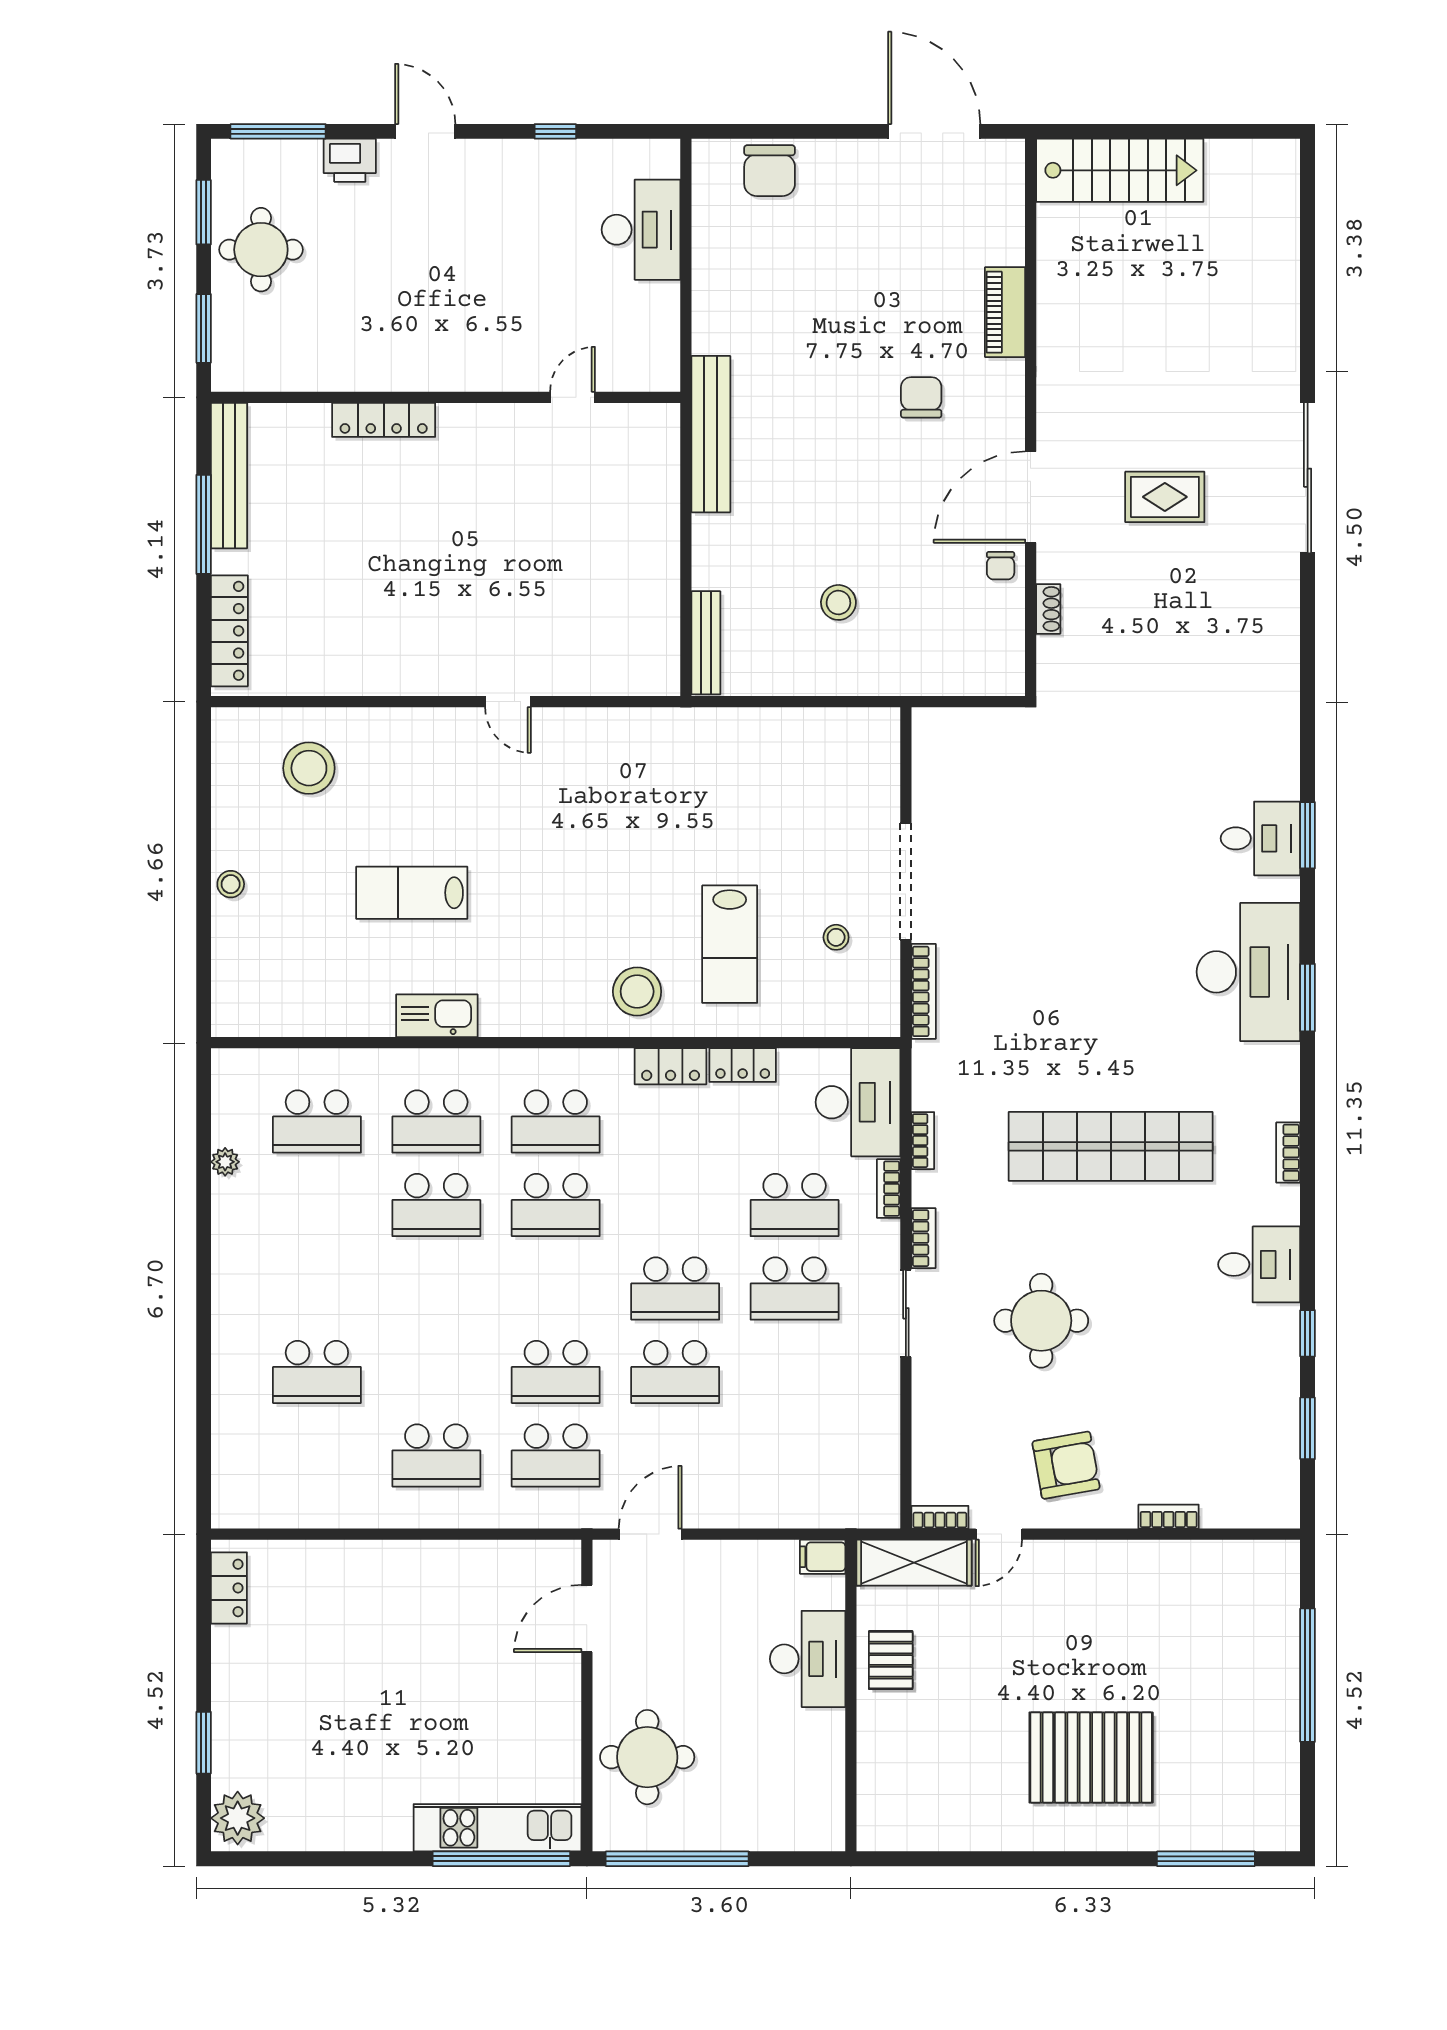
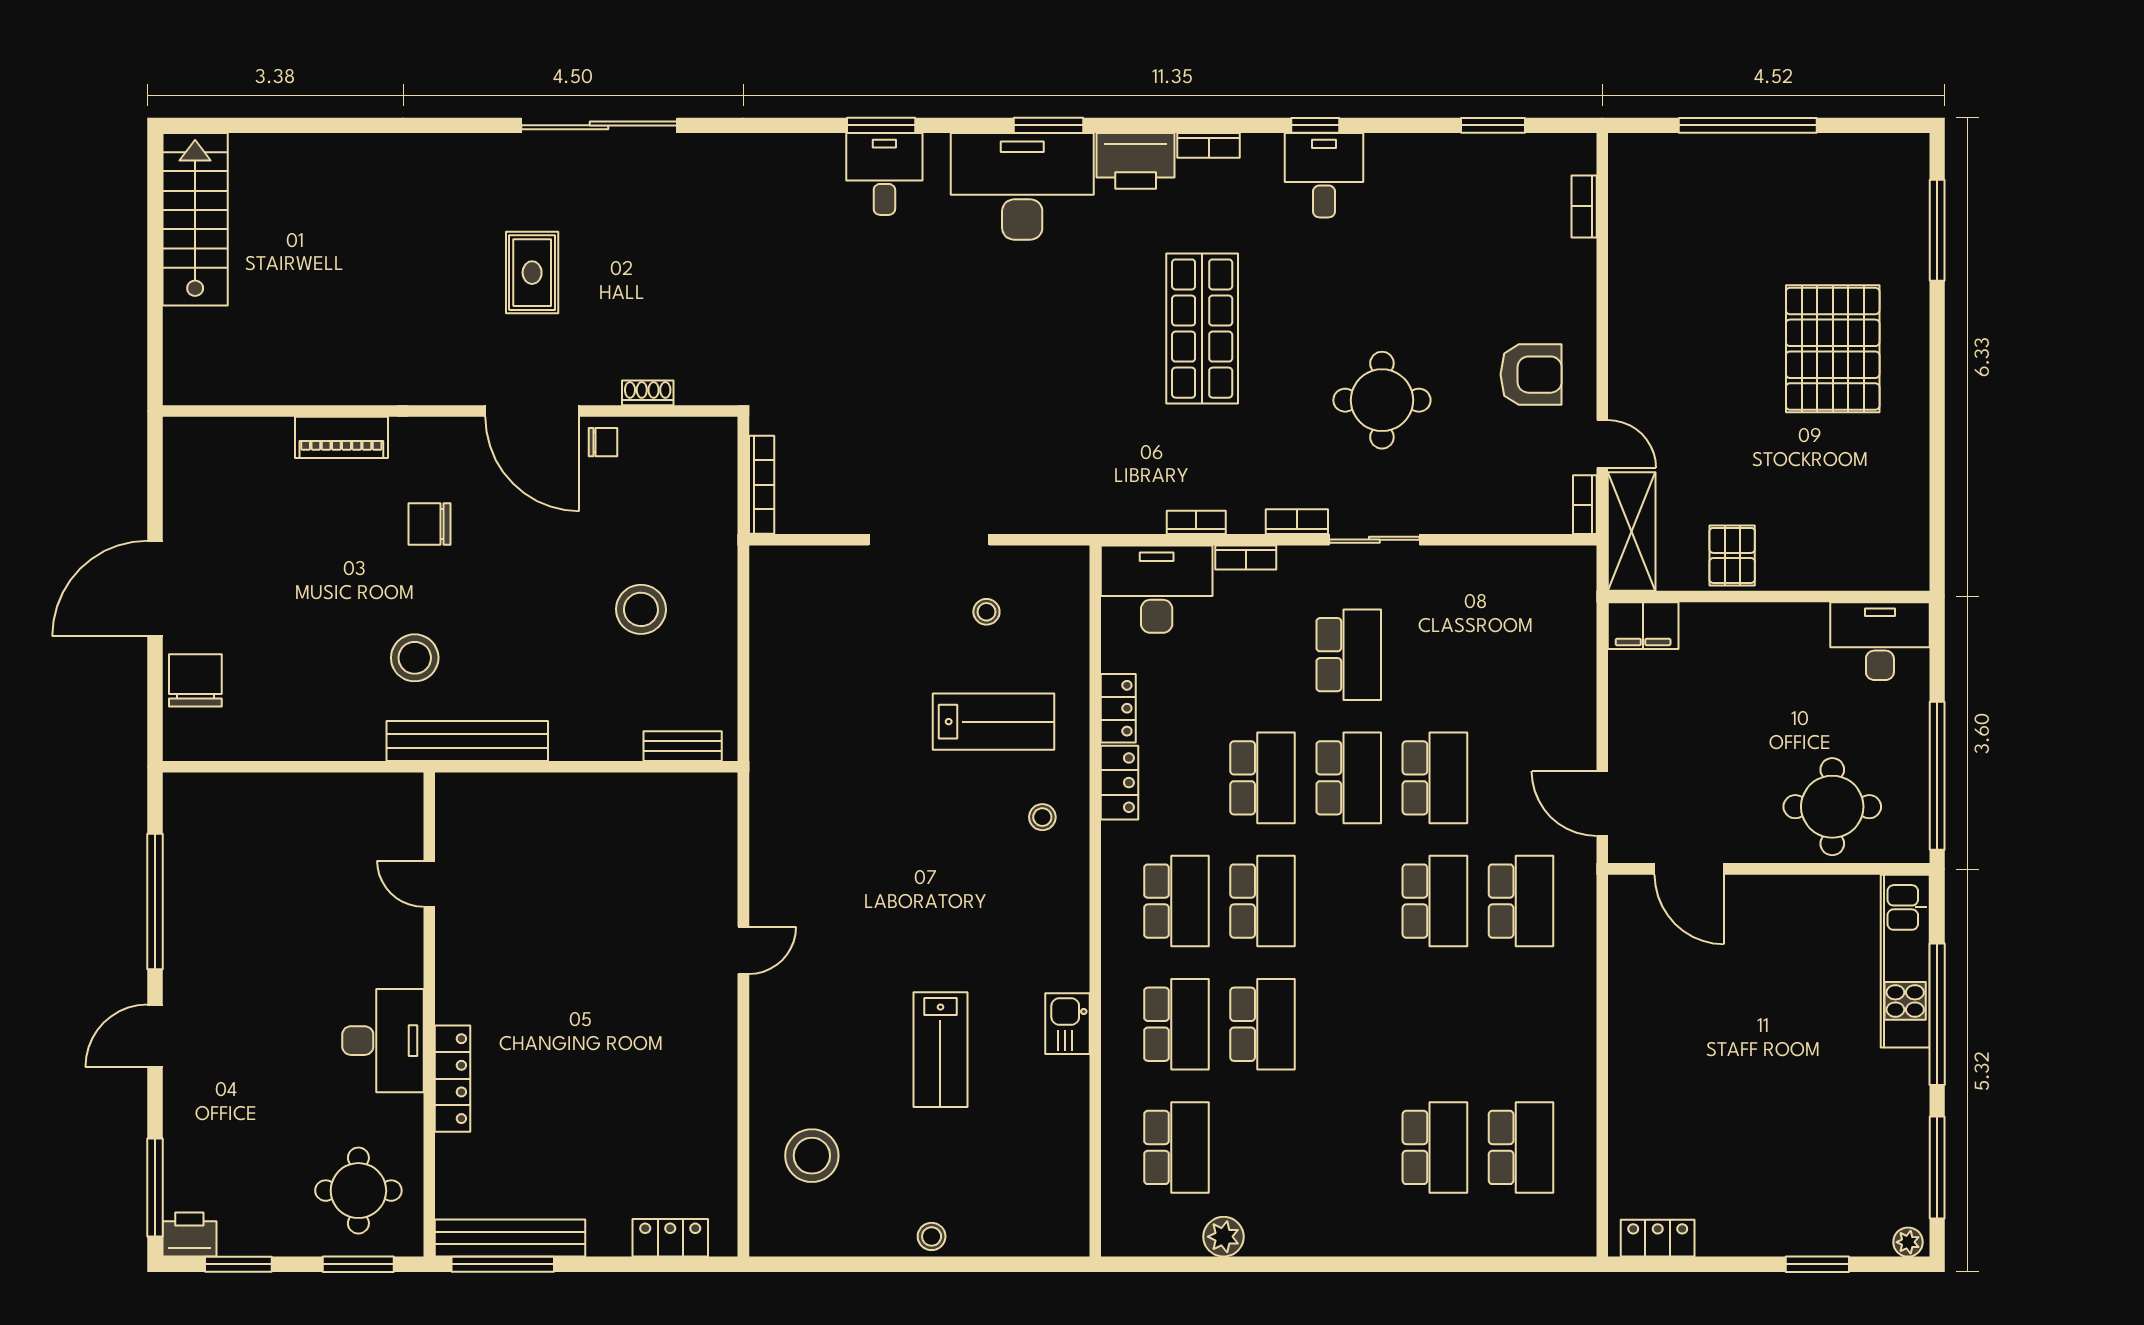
window: (555, 131) -> (155, 901), width x3.17
door: (934, 131) -> (155, 588), moved
printer: (350, 160) -> (189, 1234), moved, turned -90
stairs: (1120, 170) -> (195, 219), moved
chair: (770, 171) -> (195, 680), turned -90
desk: (641, 230) -> (383, 1041), moved, turned 90
round table: (261, 250) -> (358, 1191), moved
stool: (791, 383) -> (415, 658), added
sliding door: (1308, 478) -> (599, 125), moved
window: (204, 524) -> (503, 1264), moved
stool: (838, 602) -> (641, 609), width x1.38, depth x1.38
locker: (229, 631) -> (670, 1238), width x0.66
bench: (706, 643) -> (683, 746), width x0.73
stool: (637, 991) -> (1042, 817), width x0.53, depth x0.53
bookcase: (924, 991) -> (762, 485), moved, turned 90
kitchen sink: (437, 1016) -> (1067, 1024), width x0.73
printer: (1273, 1082) -> (1136, 161), added
shop shelf: (1111, 1146) -> (1202, 329), width x0.71
plant: (225, 1162) -> (1224, 1237), width x1.38, depth x1.38
school desk: (795, 1205) -> (1263, 778), moved
window: (1308, 1333) -> (1315, 125), moved
school desk: (436, 1455) -> (1521, 1147), moved
armchair: (1066, 1465) -> (1531, 375), turned 100
bookcase: (1169, 1517) -> (1584, 206), moved
filing cabinet: (823, 1557) -> (1643, 626), width x2.00
desk: (808, 1659) -> (1880, 641), moved
pallet: (891, 1660) -> (1732, 555), turned 90
plant: (238, 1818) -> (1908, 1242), width x0.53, depth x0.53
window: (297, 1859) -> (1937, 1168), added
window: (501, 1859) -> (1937, 1014), moved

